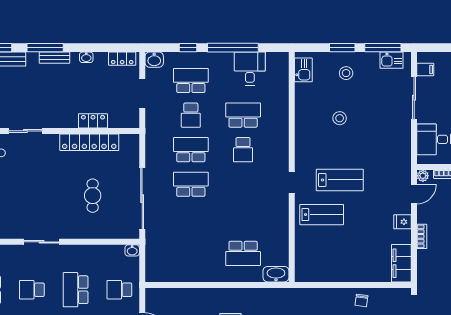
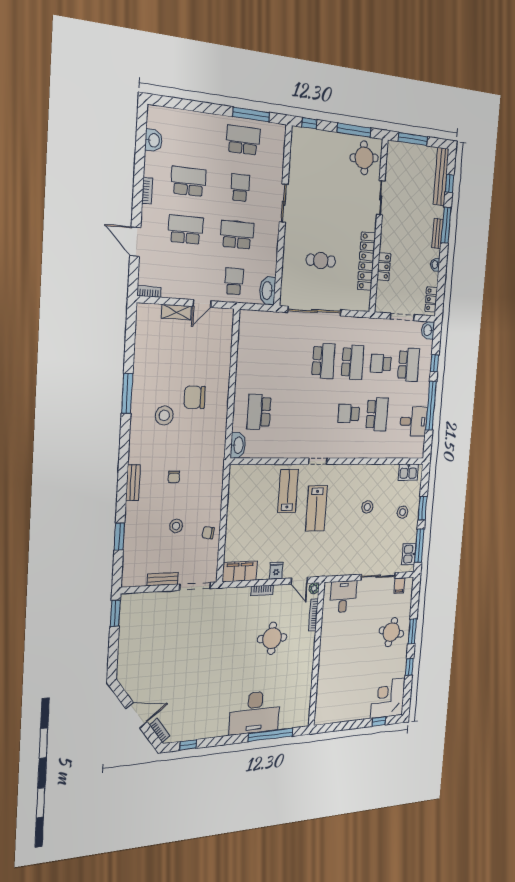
lab bench: (322, 215) -> (288, 491), turned 180
washbasin: (132, 250) -> (268, 291), width x1.91, depth x1.45

